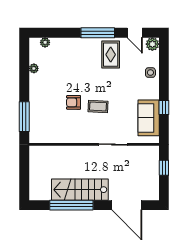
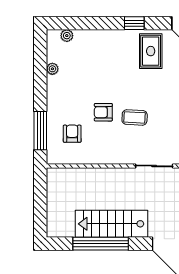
window: (98, 33) -> (134, 23), width x0.46
armchair: (49, 119) -> (72, 134), added

